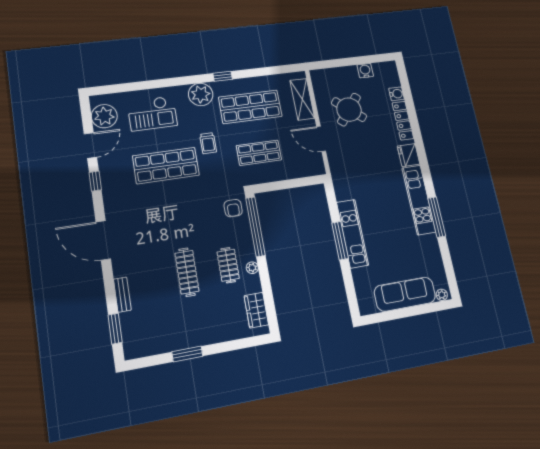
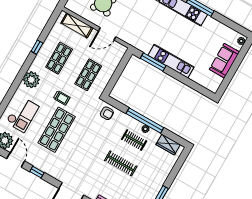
window: (223, 76) -> (37, 47), moved
shop shelf: (250, 107) -> (59, 58), width x0.70, depth x0.74
window: (255, 227) -> (145, 120), moved
window: (340, 241) -> (153, 62), moved
sofa: (405, 294) -> (224, 61), width x0.73

